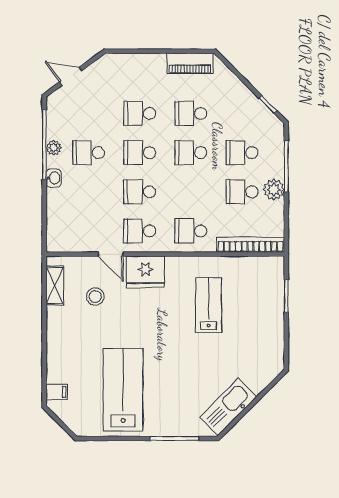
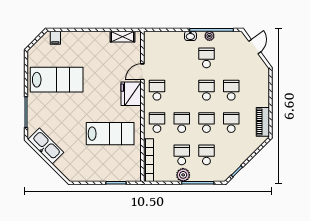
school desk: (140, 192) -> (182, 123), moved
stool: (95, 297) -> (116, 62), removed
lab bench: (209, 305) -> (110, 134), width x1.36, depth x1.39

